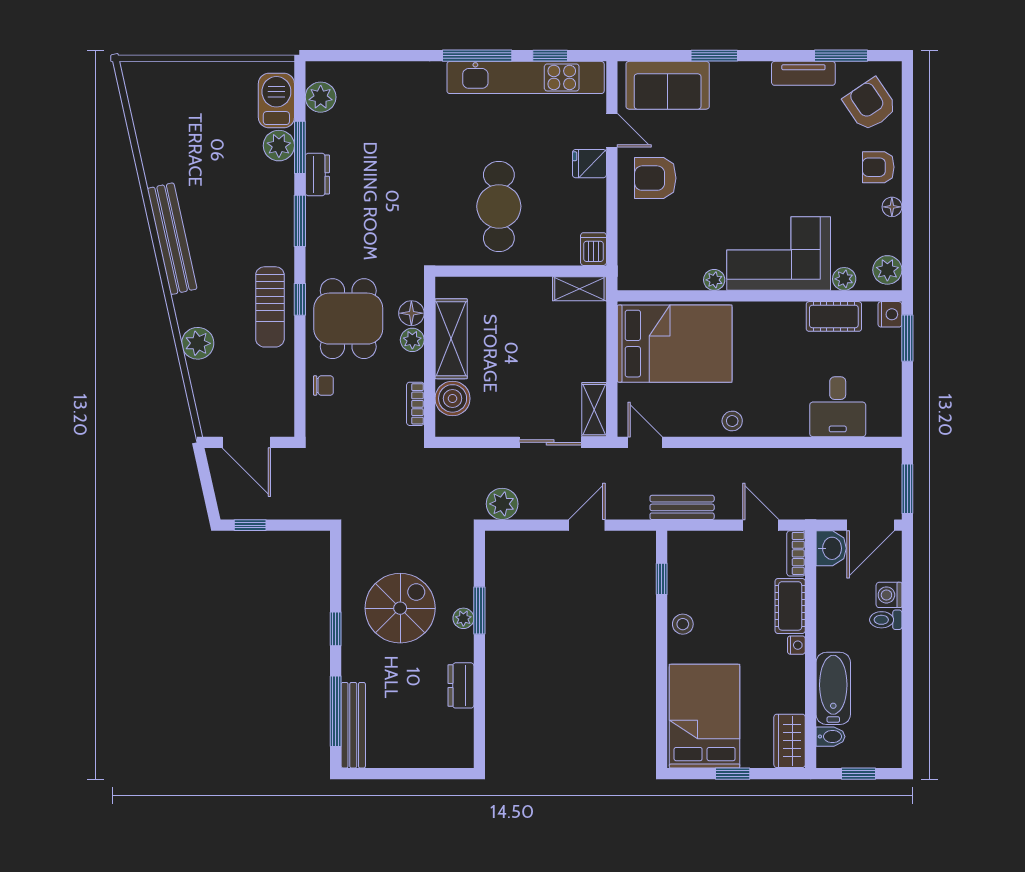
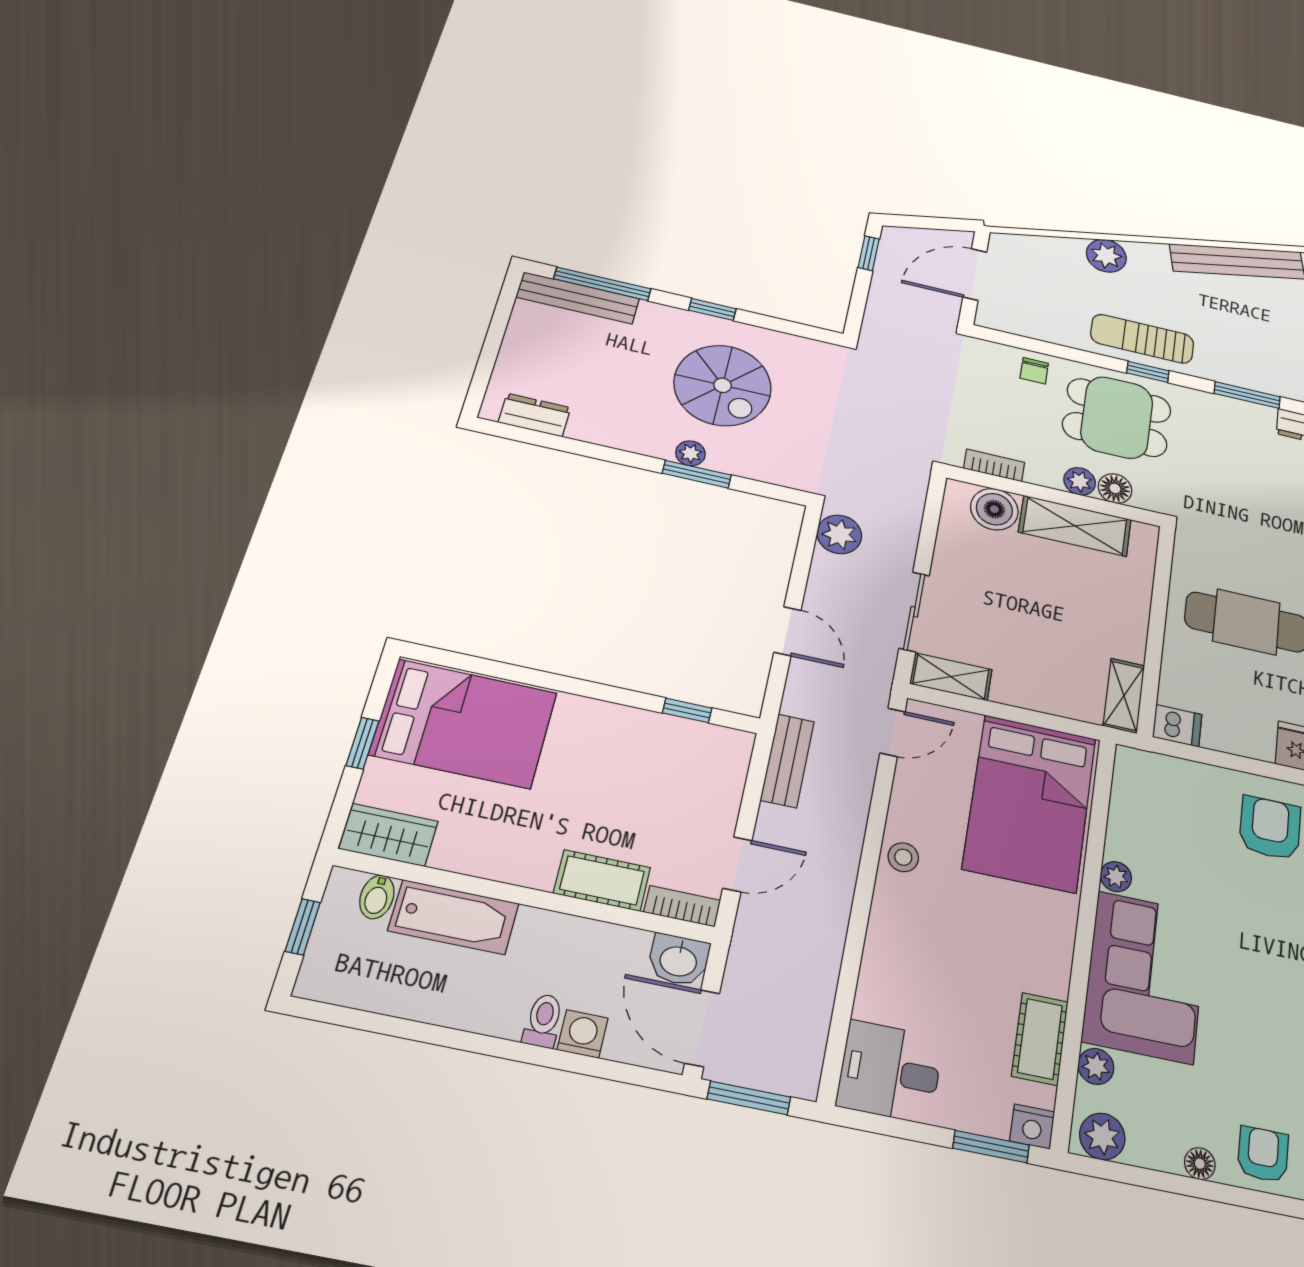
desk: (838, 407) -> (890, 1072), moved
stool: (683, 624) -> (612, 724), removed
nightstand: (796, 645) -> (538, 877), removed
dresser: (461, 685) -> (535, 415), moved

